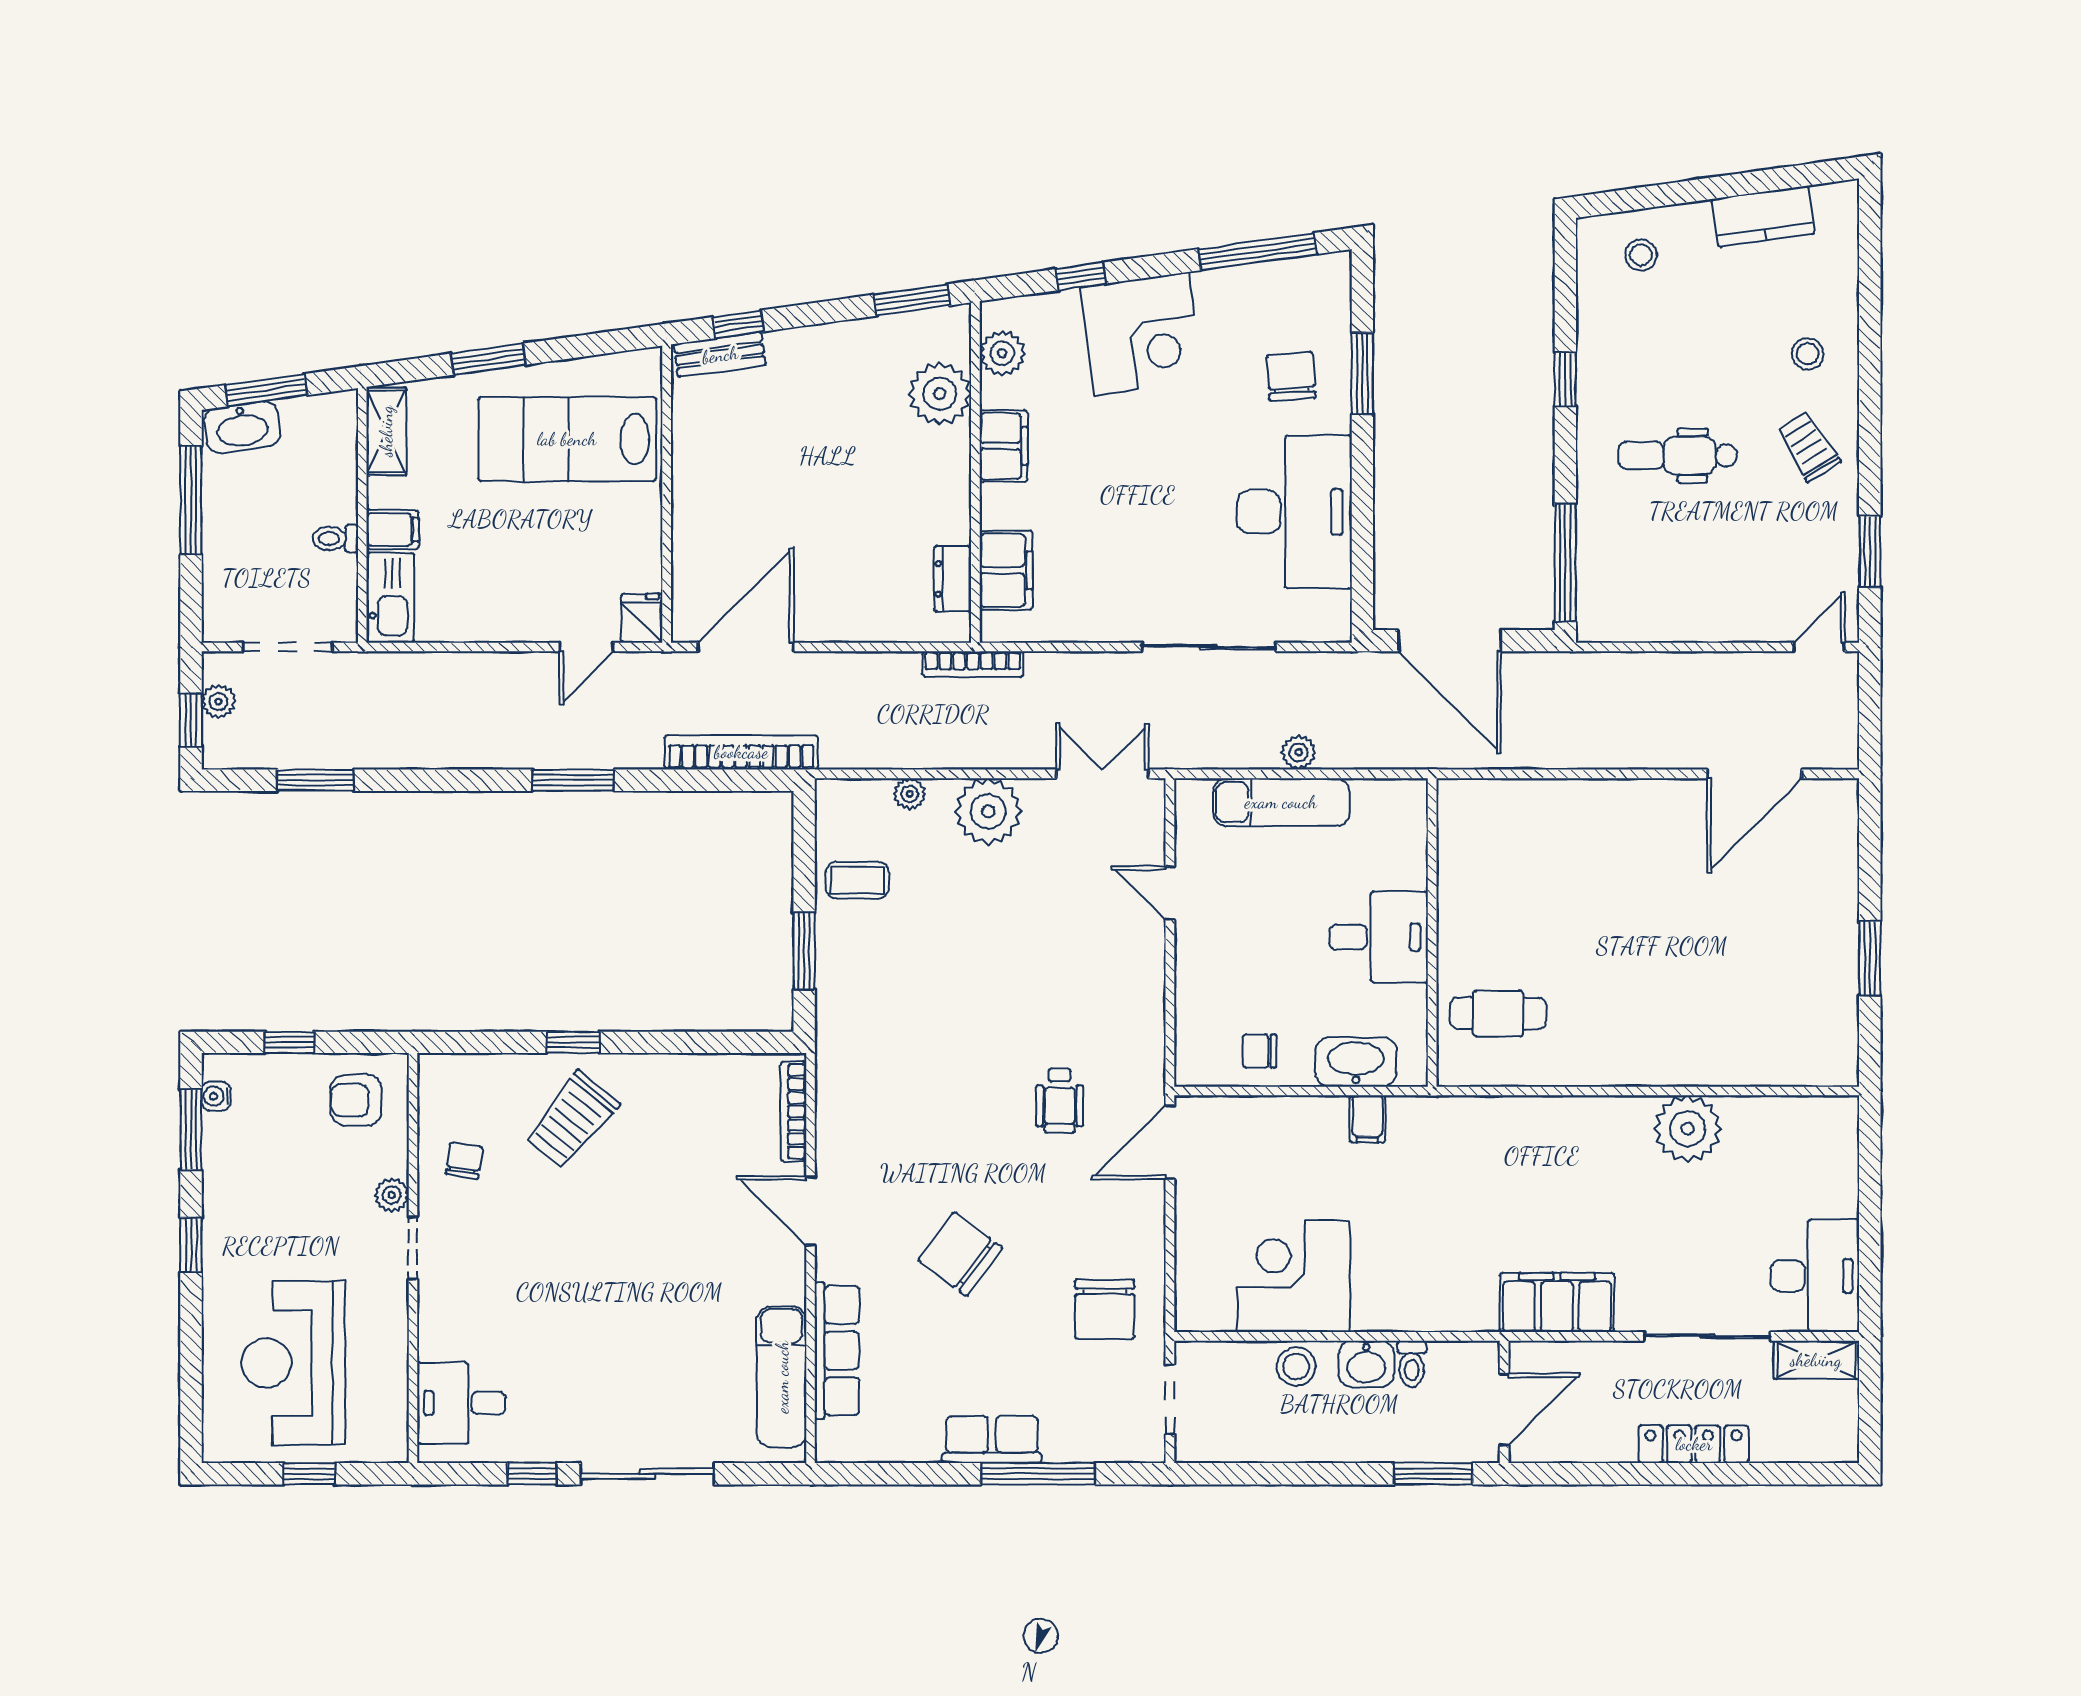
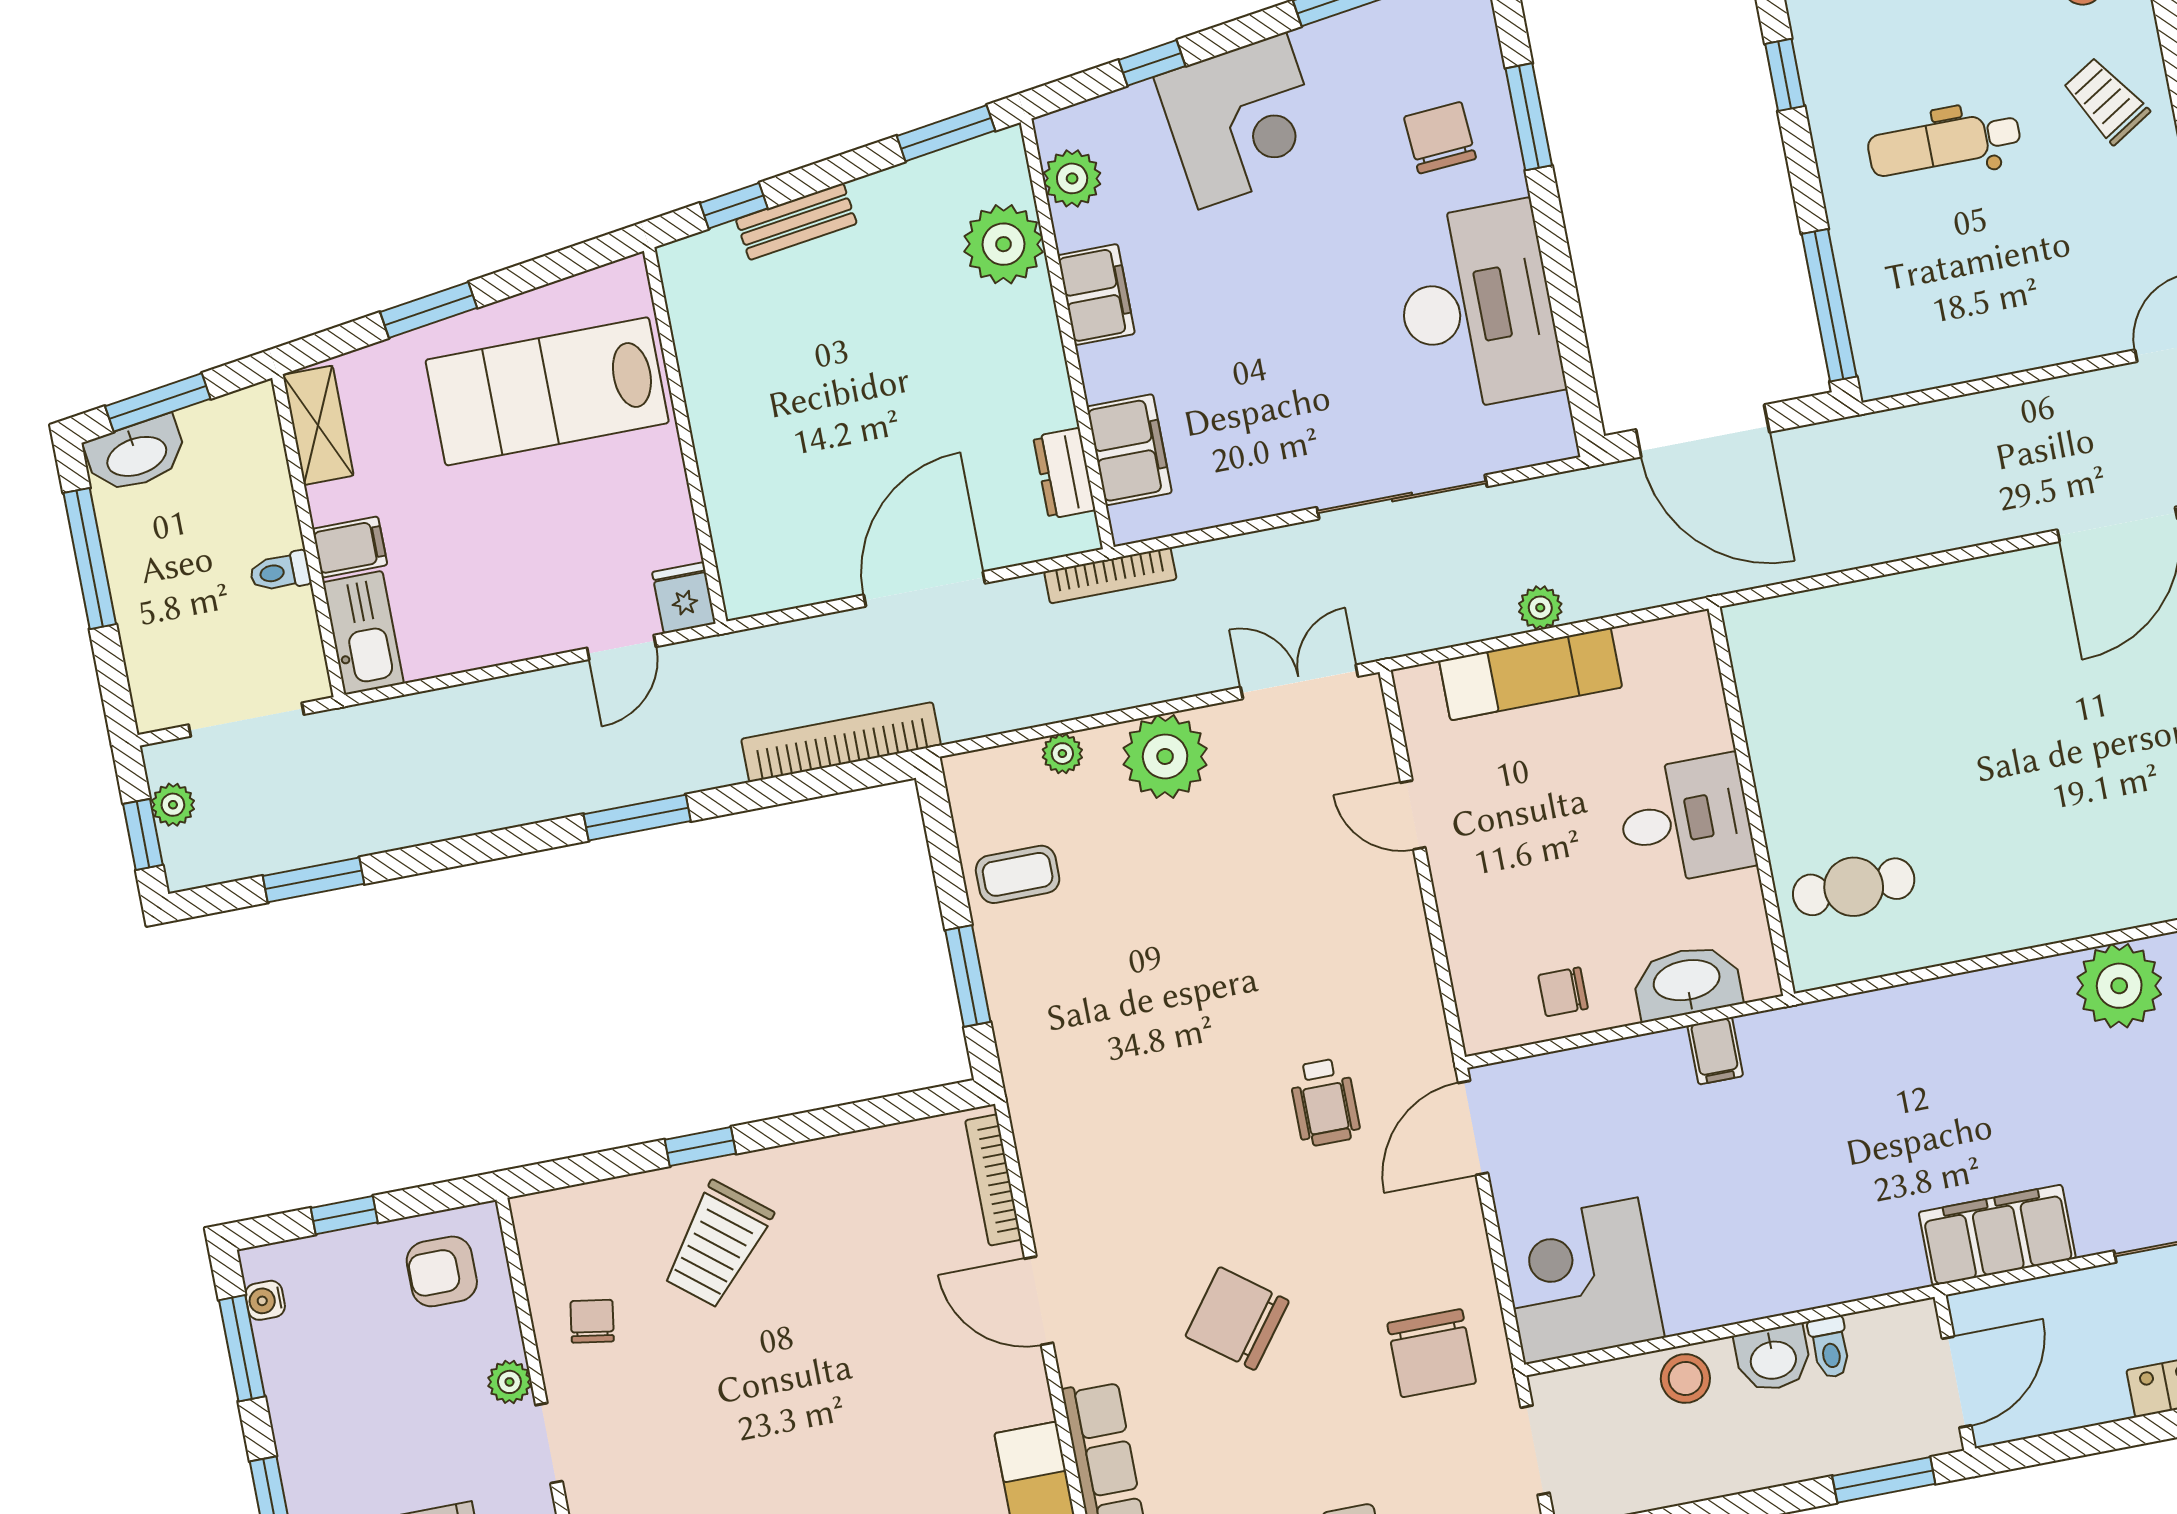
bench: (720, 355) -> (796, 222), moved
door: (746, 647) -> (924, 589), moved
corner desk: (1293, 1276) -> (1581, 1281), moved

